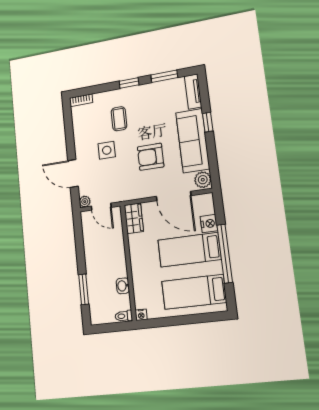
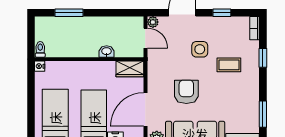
window: (129, 83) -> (263, 58), moved
window: (69, 135) -> (222, 13), added
door: (101, 207) -> (145, 38), swing flipped
washbasin: (123, 286) -> (107, 51), moved

